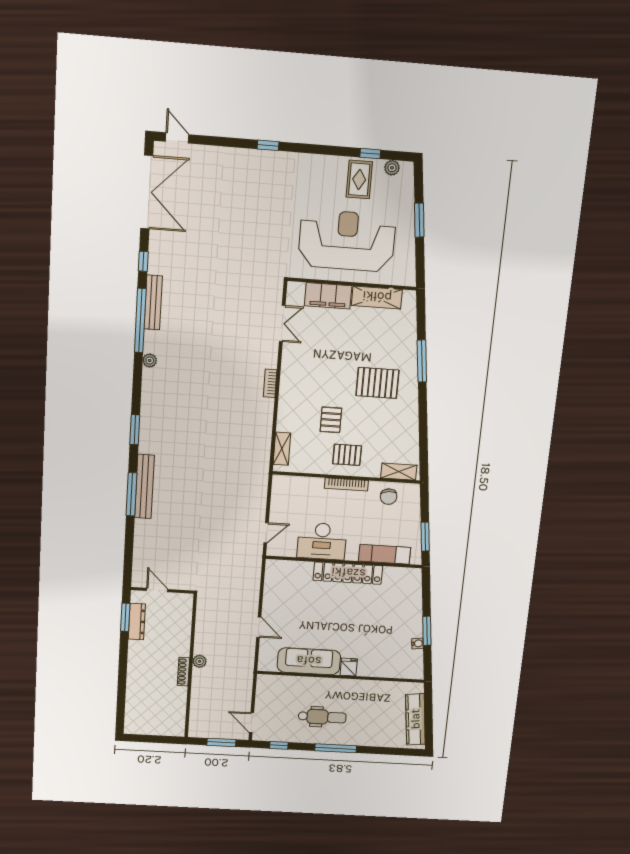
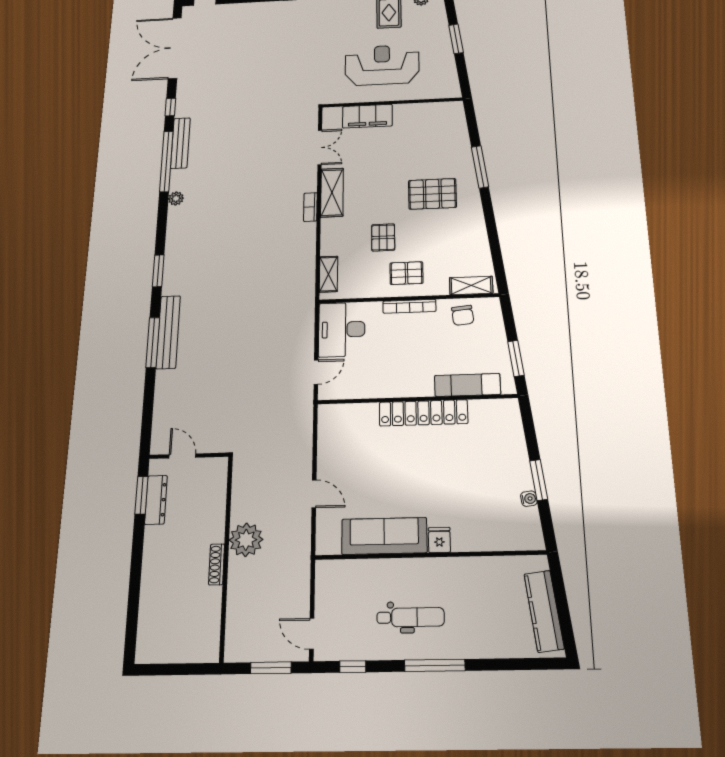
double door: (147, 192) -> (175, 48), swing flipped
reception desk: (347, 241) -> (382, 65), width x0.74, depth x0.77
shelving: (377, 297) -> (332, 193), moved, turned 90
desk: (322, 541) -> (342, 329), moved, turned 90
plant: (200, 661) -> (246, 540), width x1.88, depth x1.88

